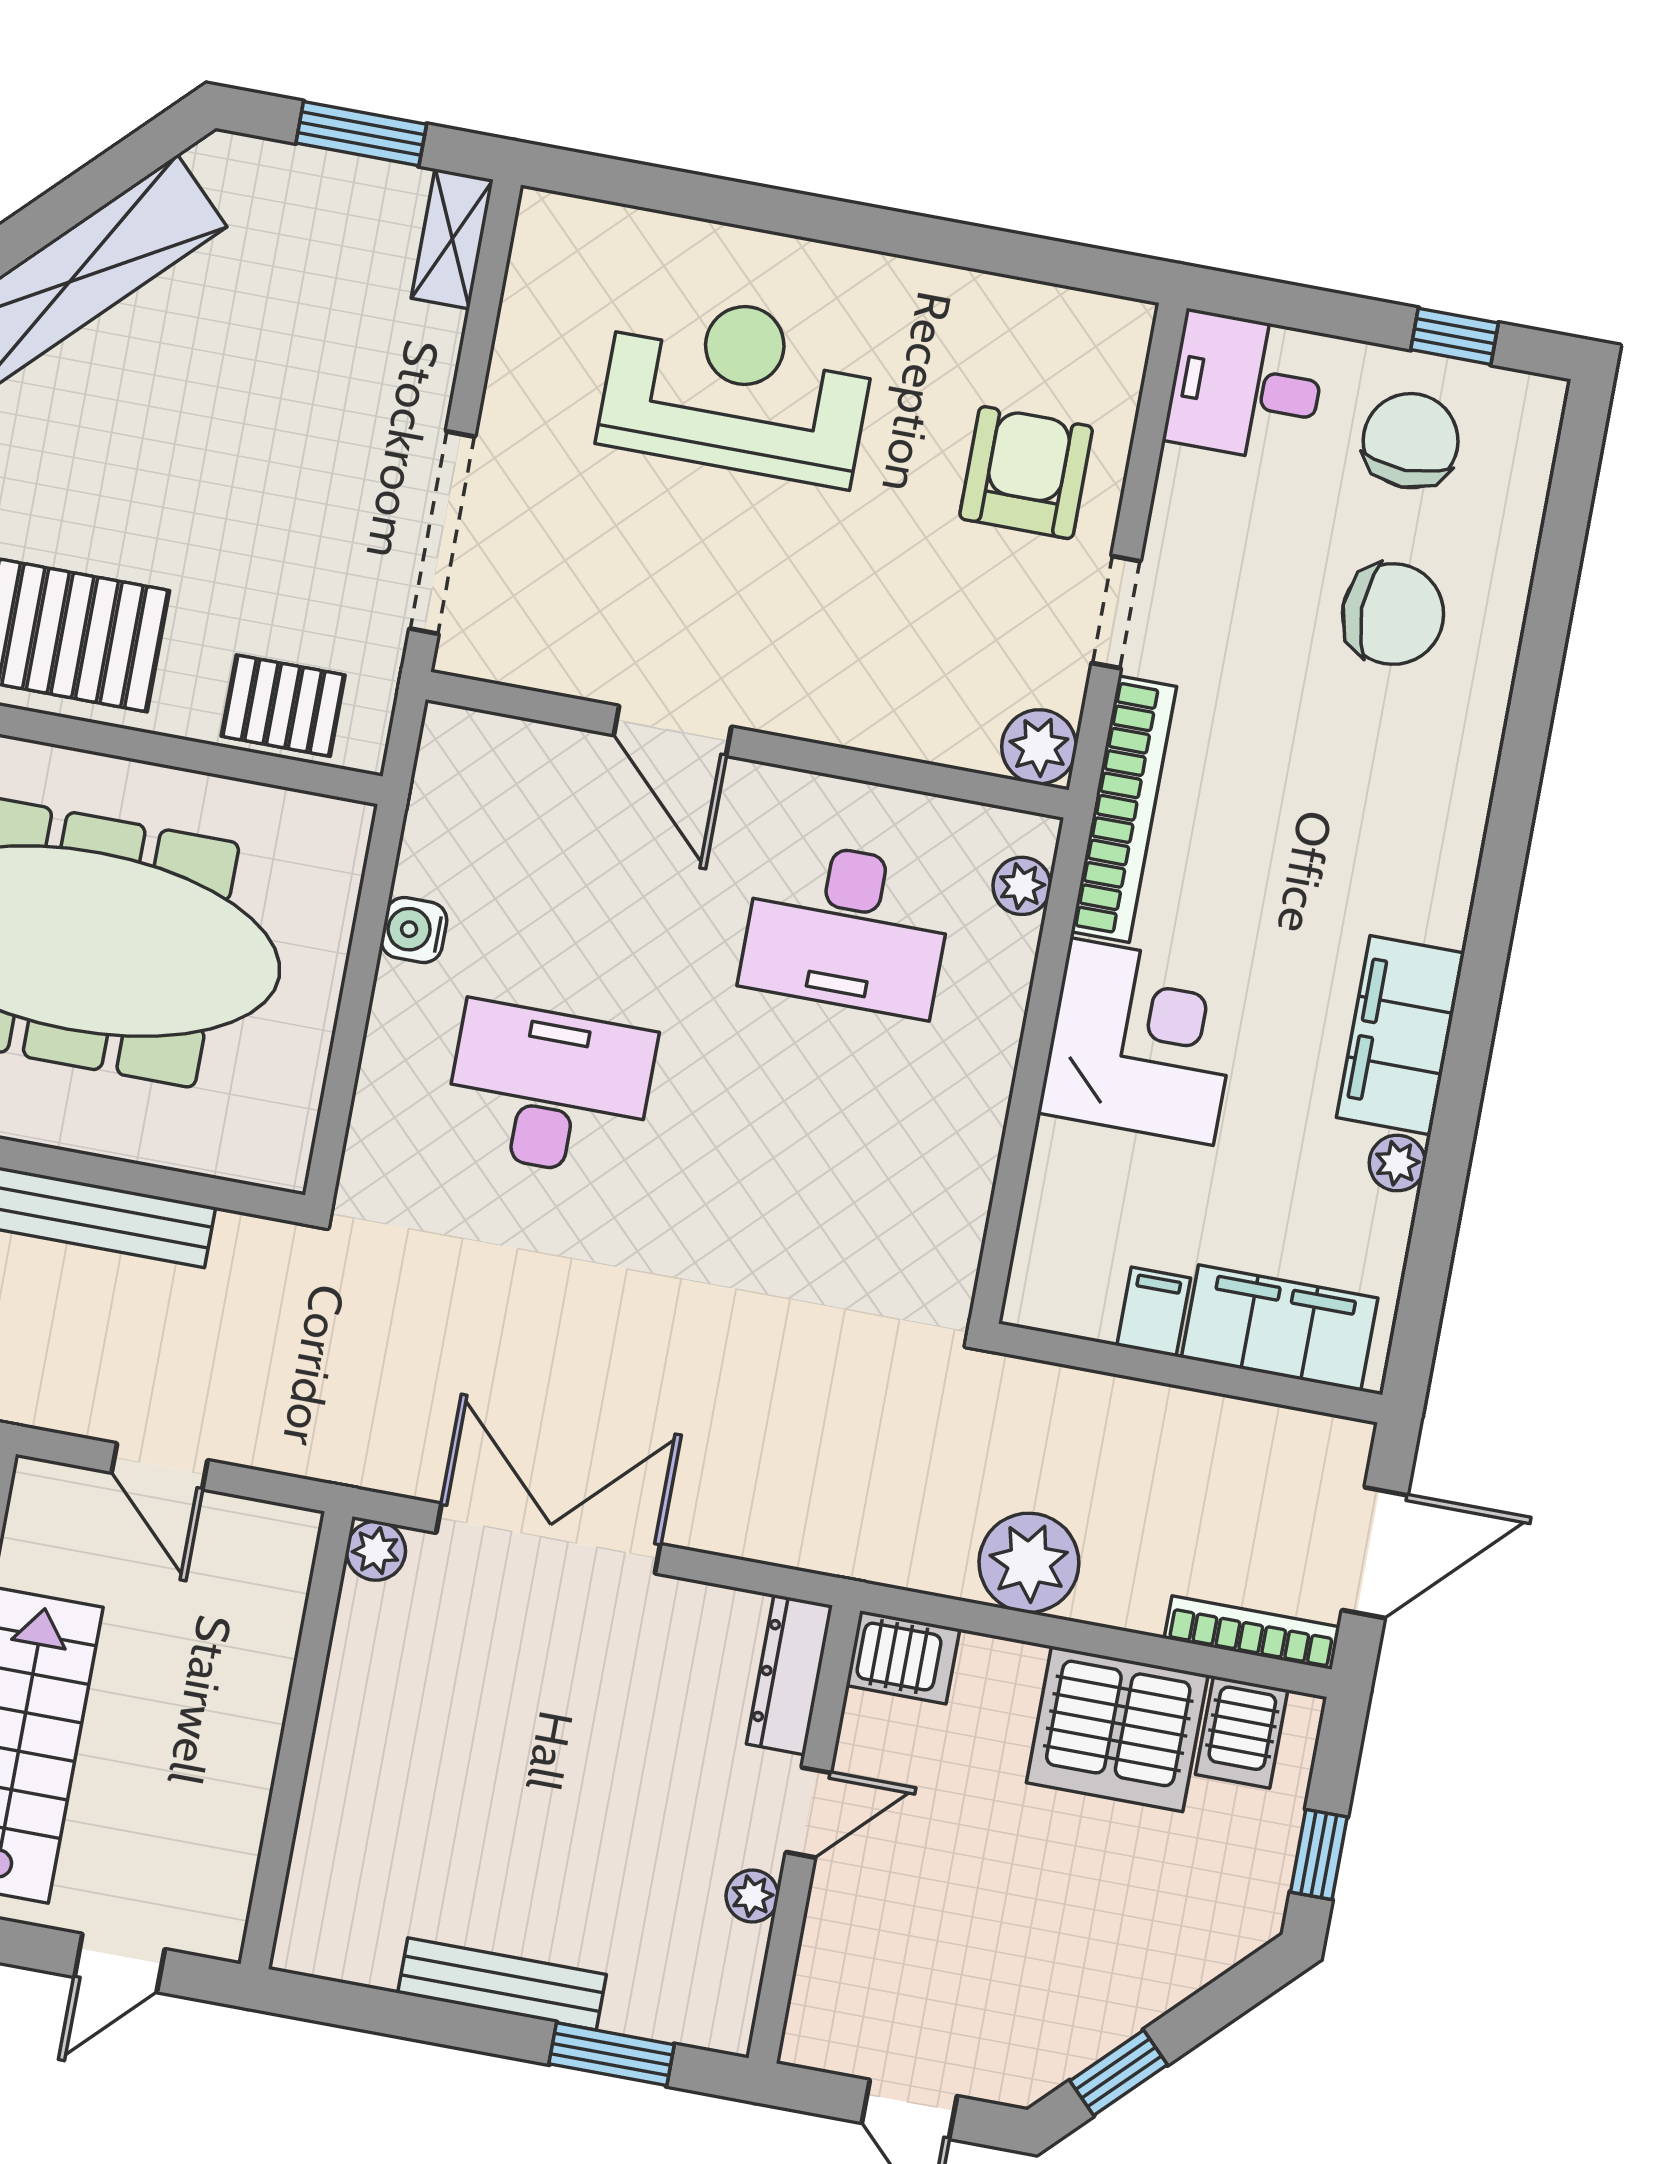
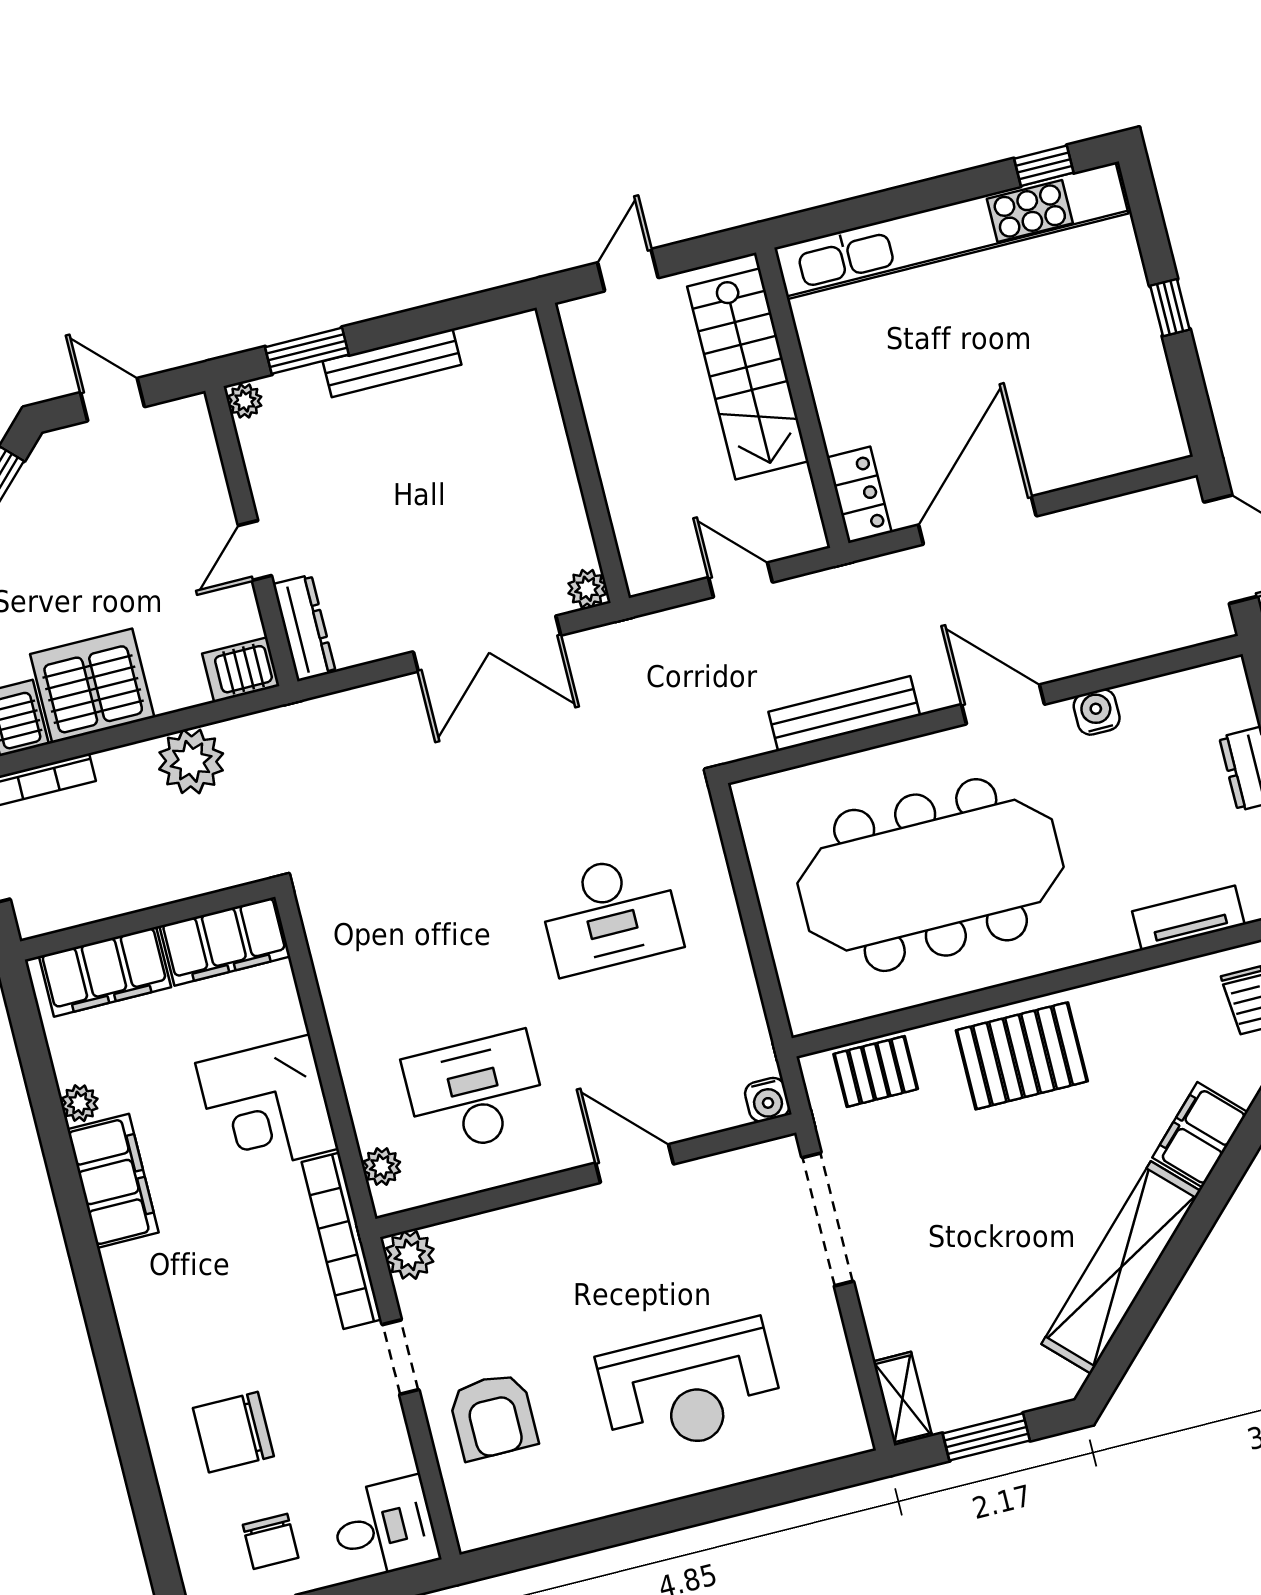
chair: (1411, 441) -> (271, 1541), width x0.73, depth x0.73
water cooler: (414, 930) -> (767, 1100), moved, turned 90
filing cabinet: (1154, 1312) -> (225, 941), width x3.00, depth x1.17
plant: (752, 1896) -> (245, 401), moved

